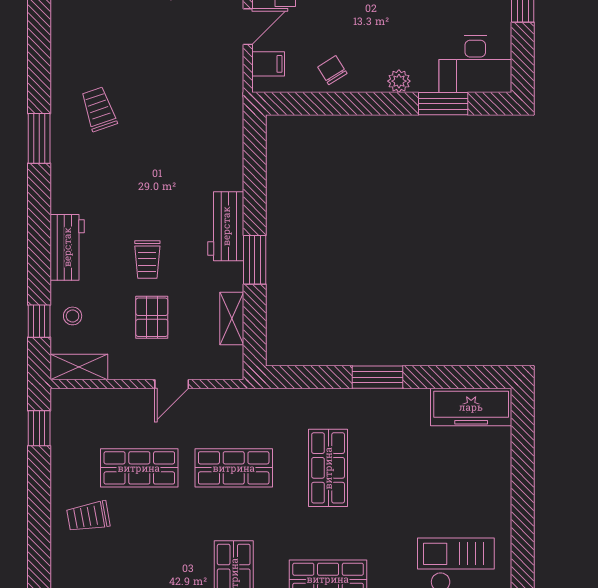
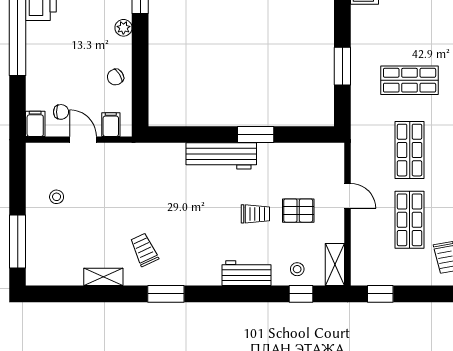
trolley: (99, 109) -> (144, 250), turned 84
workbench: (226, 226) -> (221, 156), width x1.38
shelving: (232, 319) -> (103, 277), moved
window: (378, 377) -> (342, 66), moved

